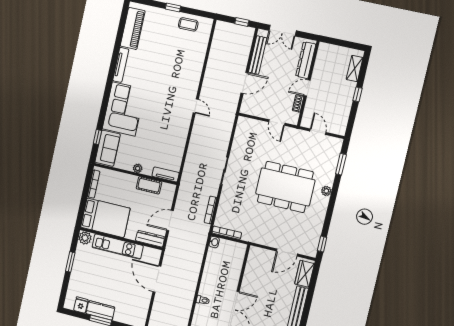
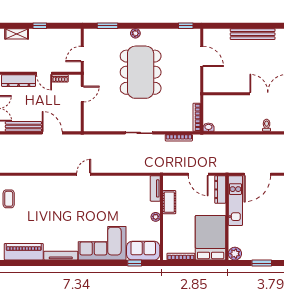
kitchen unit: (118, 246) -> (235, 201), moved
wardrobe: (304, 274) -> (218, 35), removed

